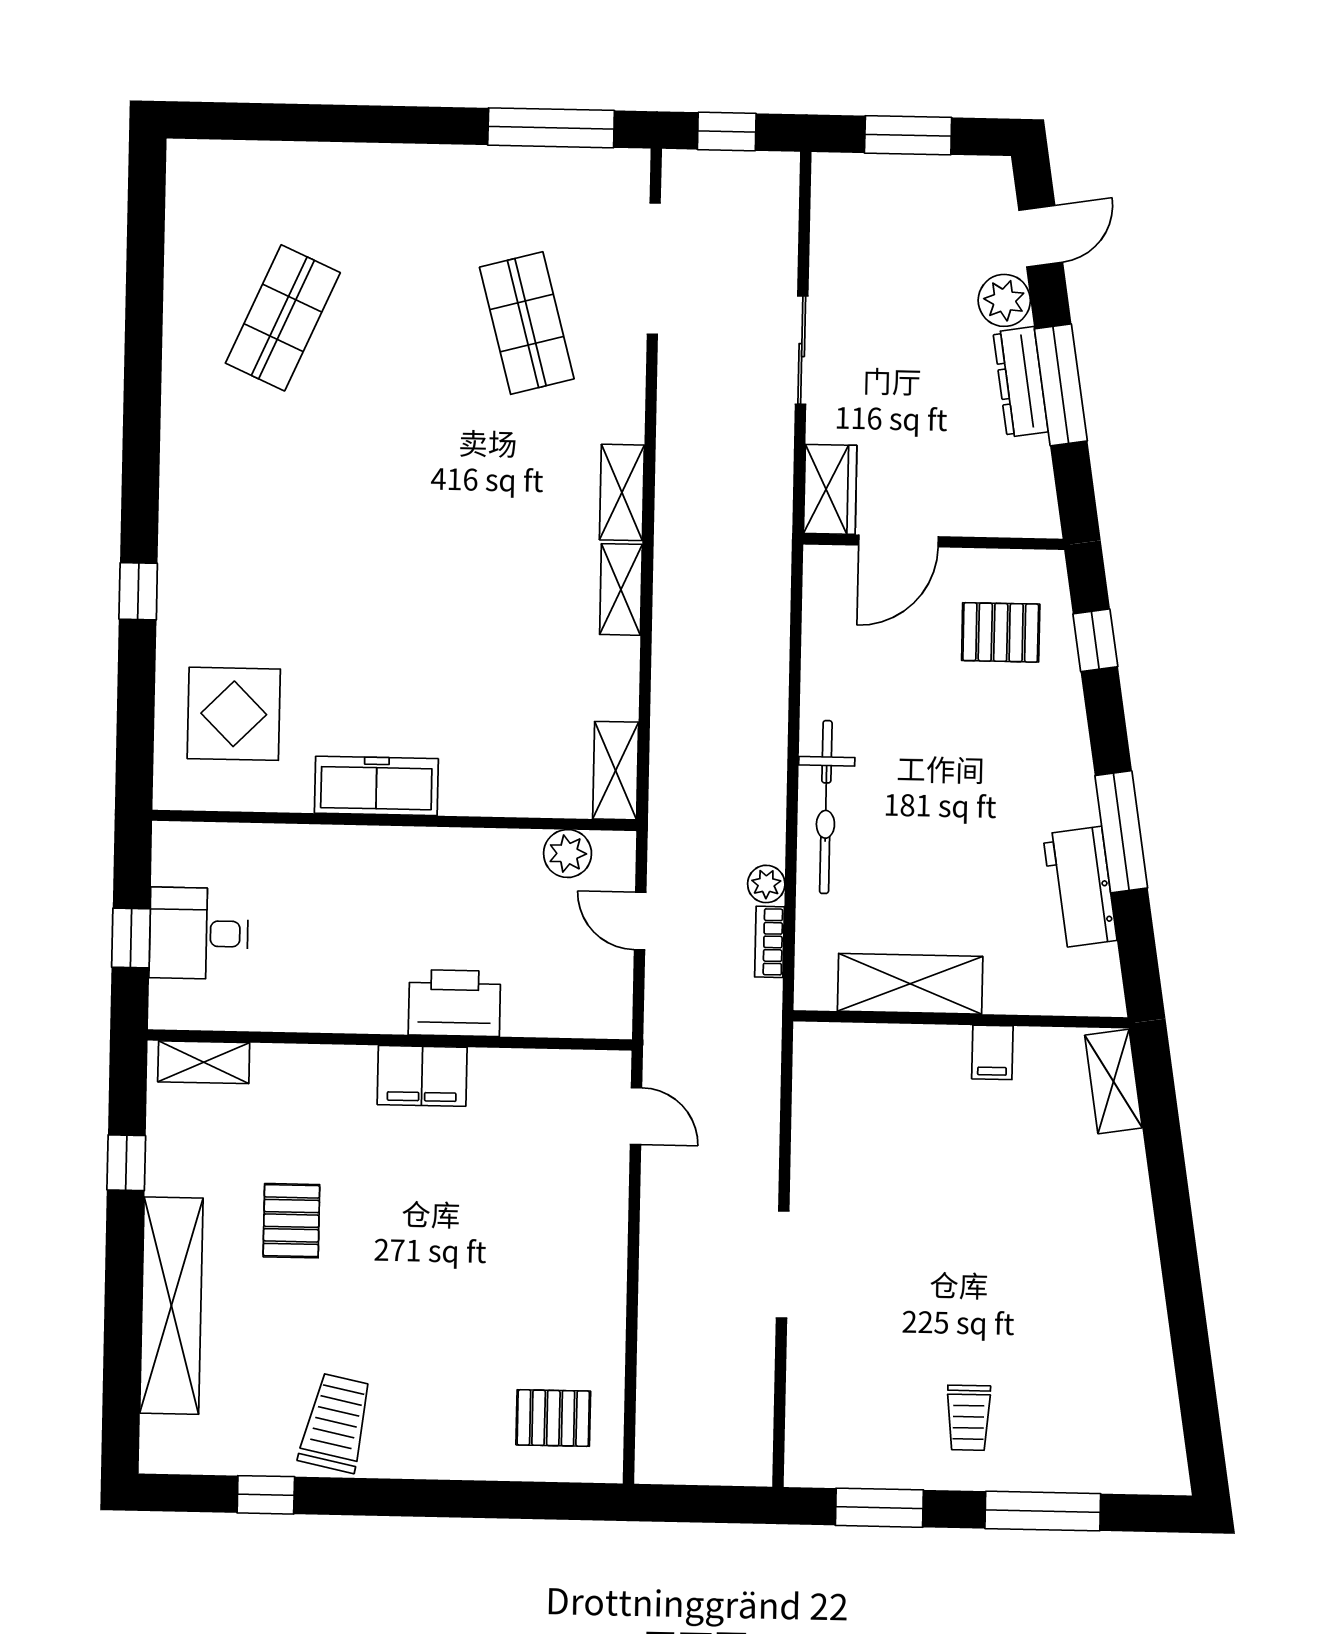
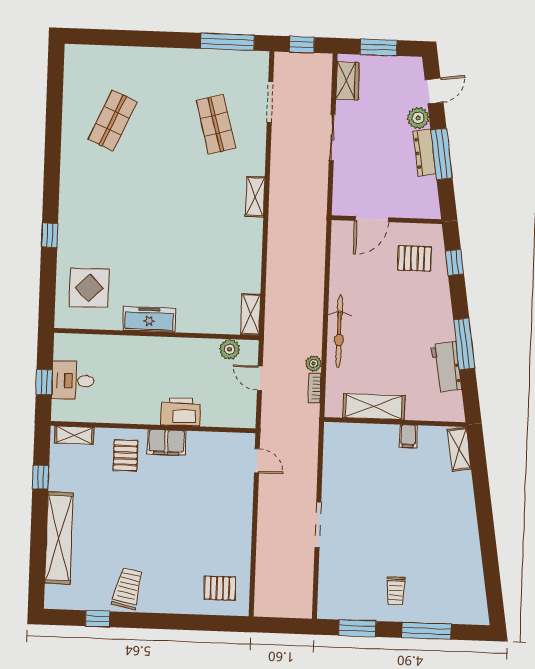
doorway: (654, 269) -> (270, 102), width x0.73
wardrobe: (830, 489) -> (347, 81), moved
shelving: (621, 589) -> (254, 238), removed
pallet: (291, 1221) -> (125, 455), moved

